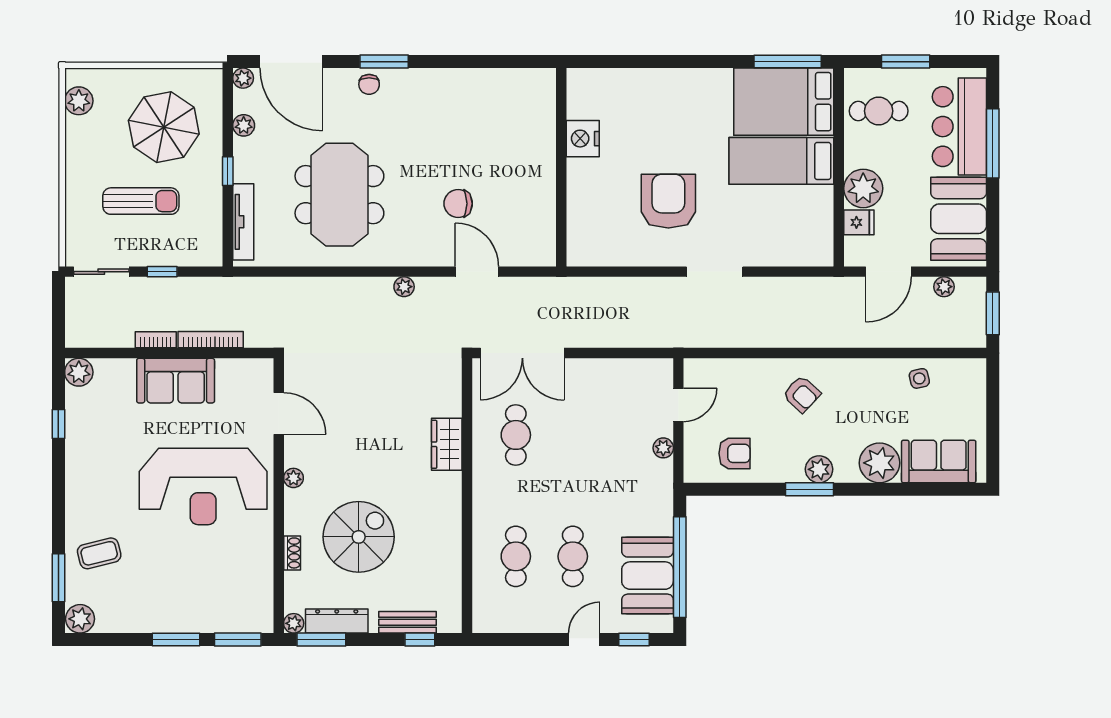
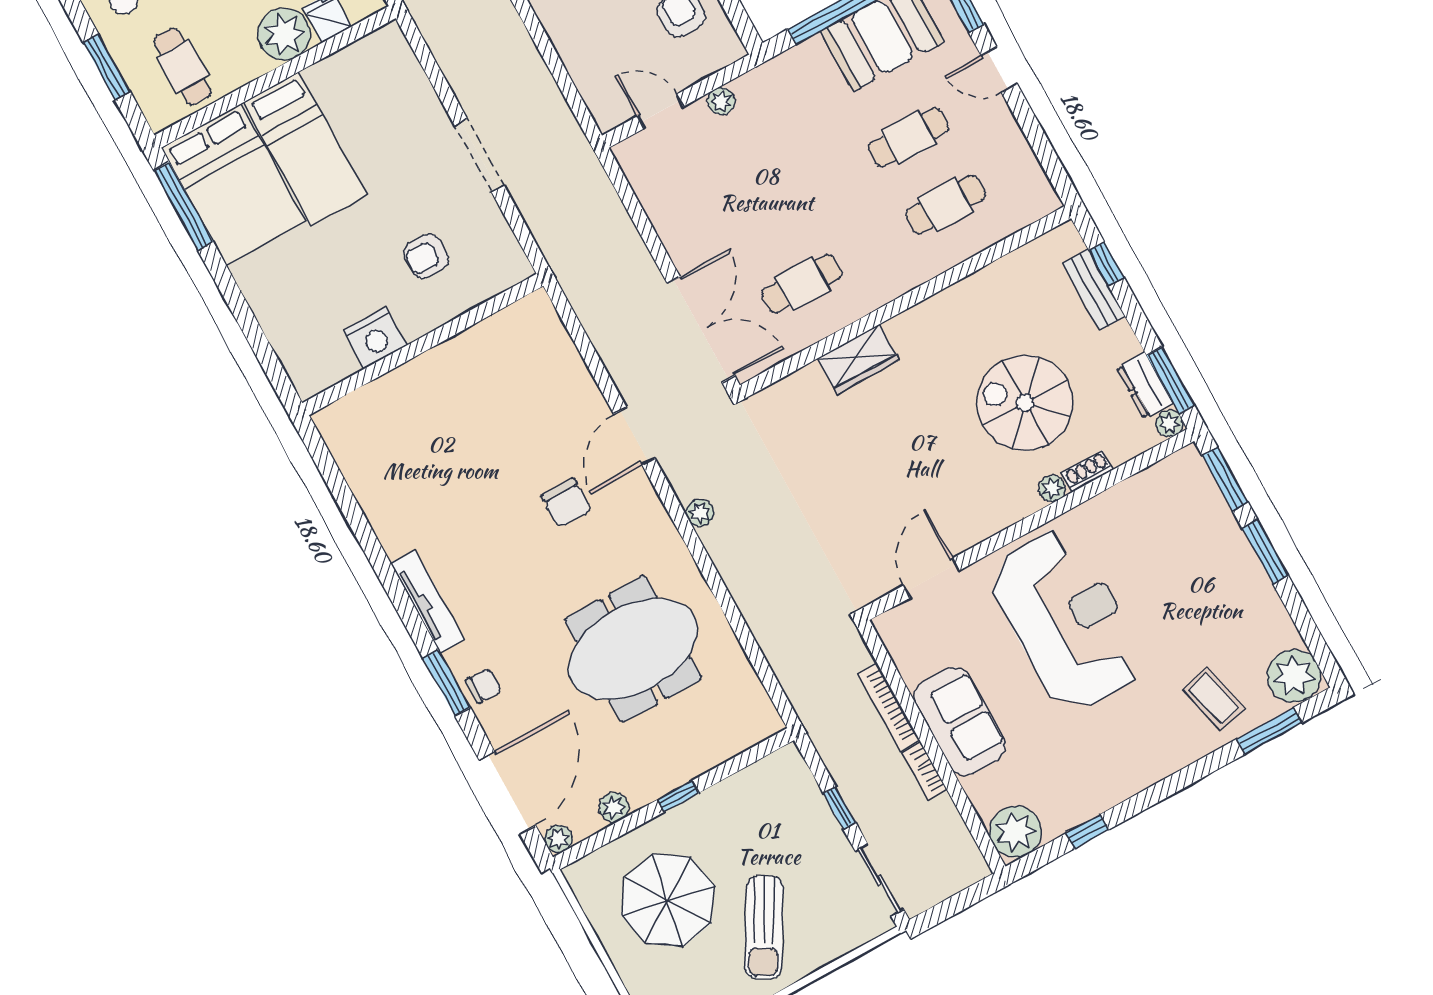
nightstand: (583, 139) -> (375, 338), moved
wall: (561, 167) -> (423, 345), moved
sun lounger: (141, 201) -> (764, 927), moved, turned -150
armchair: (668, 201) -> (426, 256), width x0.53, depth x0.53
tv unit: (243, 222) -> (427, 601), moved, turned 90
plant: (79, 372) -> (1016, 832), width x1.36, depth x1.36
plant: (293, 478) -> (1052, 488), moved
plant: (80, 619) -> (1294, 676), width x1.36, depth x1.36
dresser: (337, 621) -> (1145, 385), width x0.70

